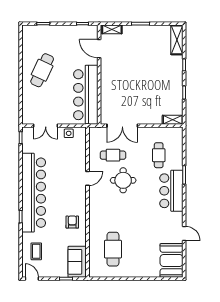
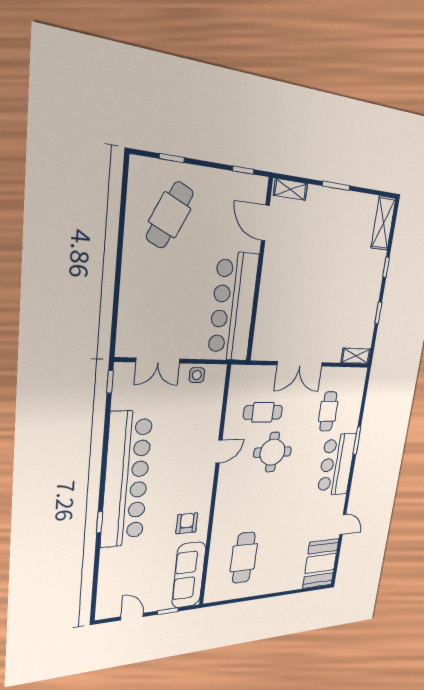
cafe table: (42, 70) -> (170, 215), moved
double door: (122, 126) -> (300, 364), moved
coffee table: (36, 251) -> (123, 576), removed
sofa: (77, 262) -> (189, 575), width x1.36
door: (32, 279) -> (132, 617), moved

